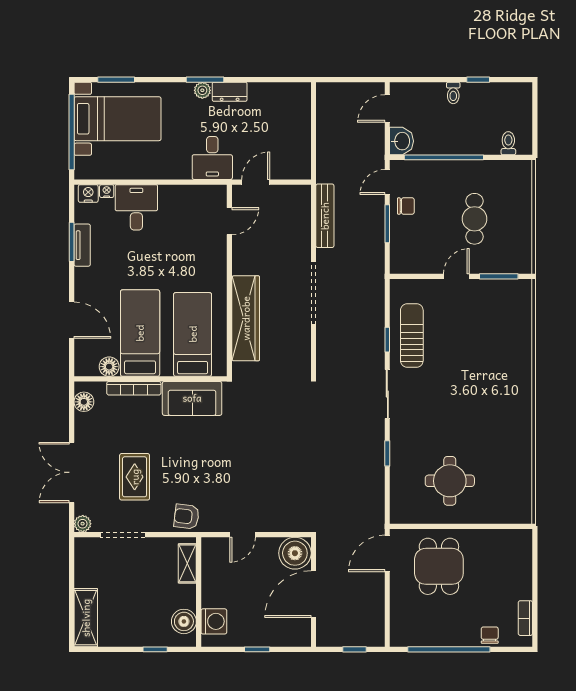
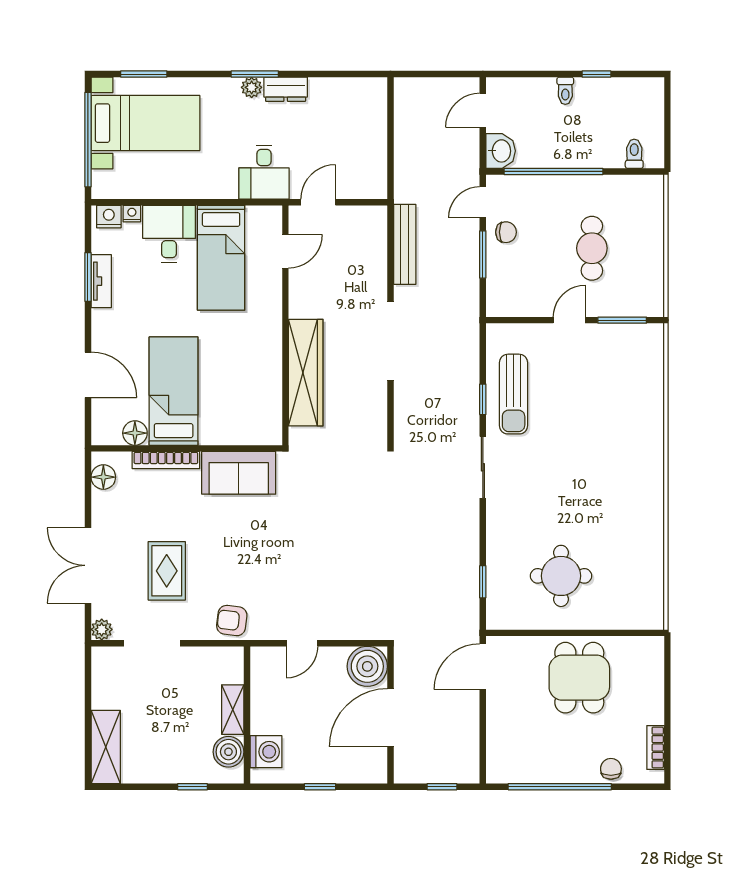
bed: (193, 334) -> (221, 258), moved, turned 180
sun lounger: (412, 335) -> (514, 394), turned 180
window: (387, 453) -> (483, 582), moved
shelving: (187, 563) -> (233, 710), moved
dining table: (439, 566) -> (579, 678), moved

